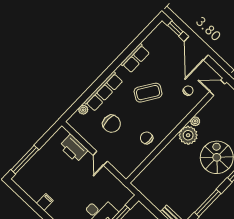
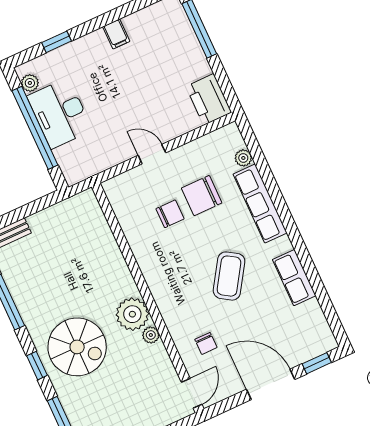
chair: (147, 138) -> (170, 214), moved
printer: (74, 148) -> (209, 99), moved, turned -90

